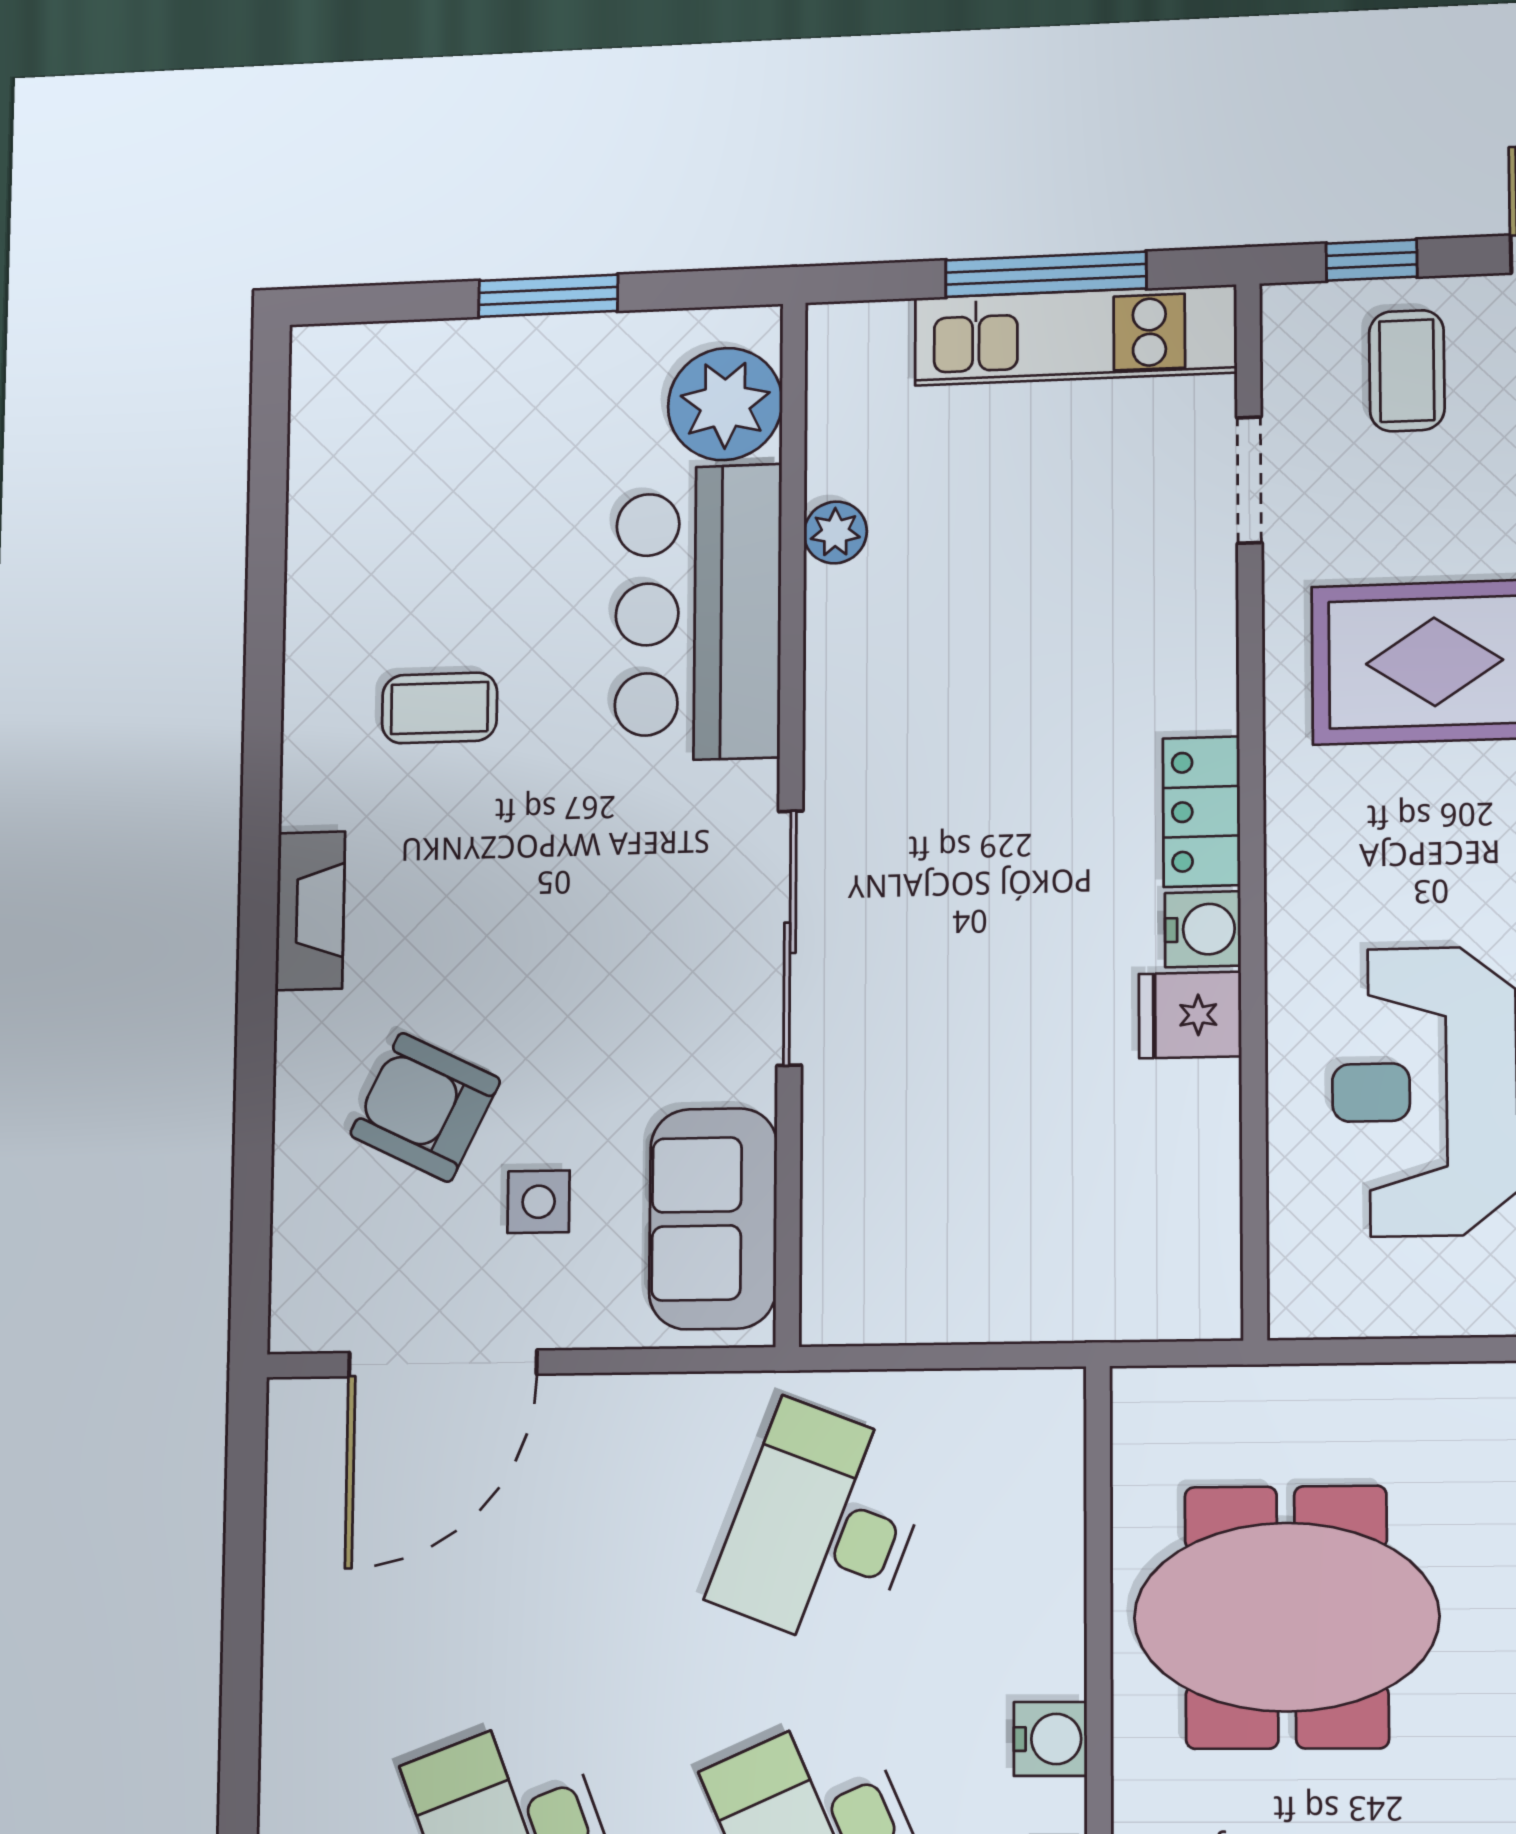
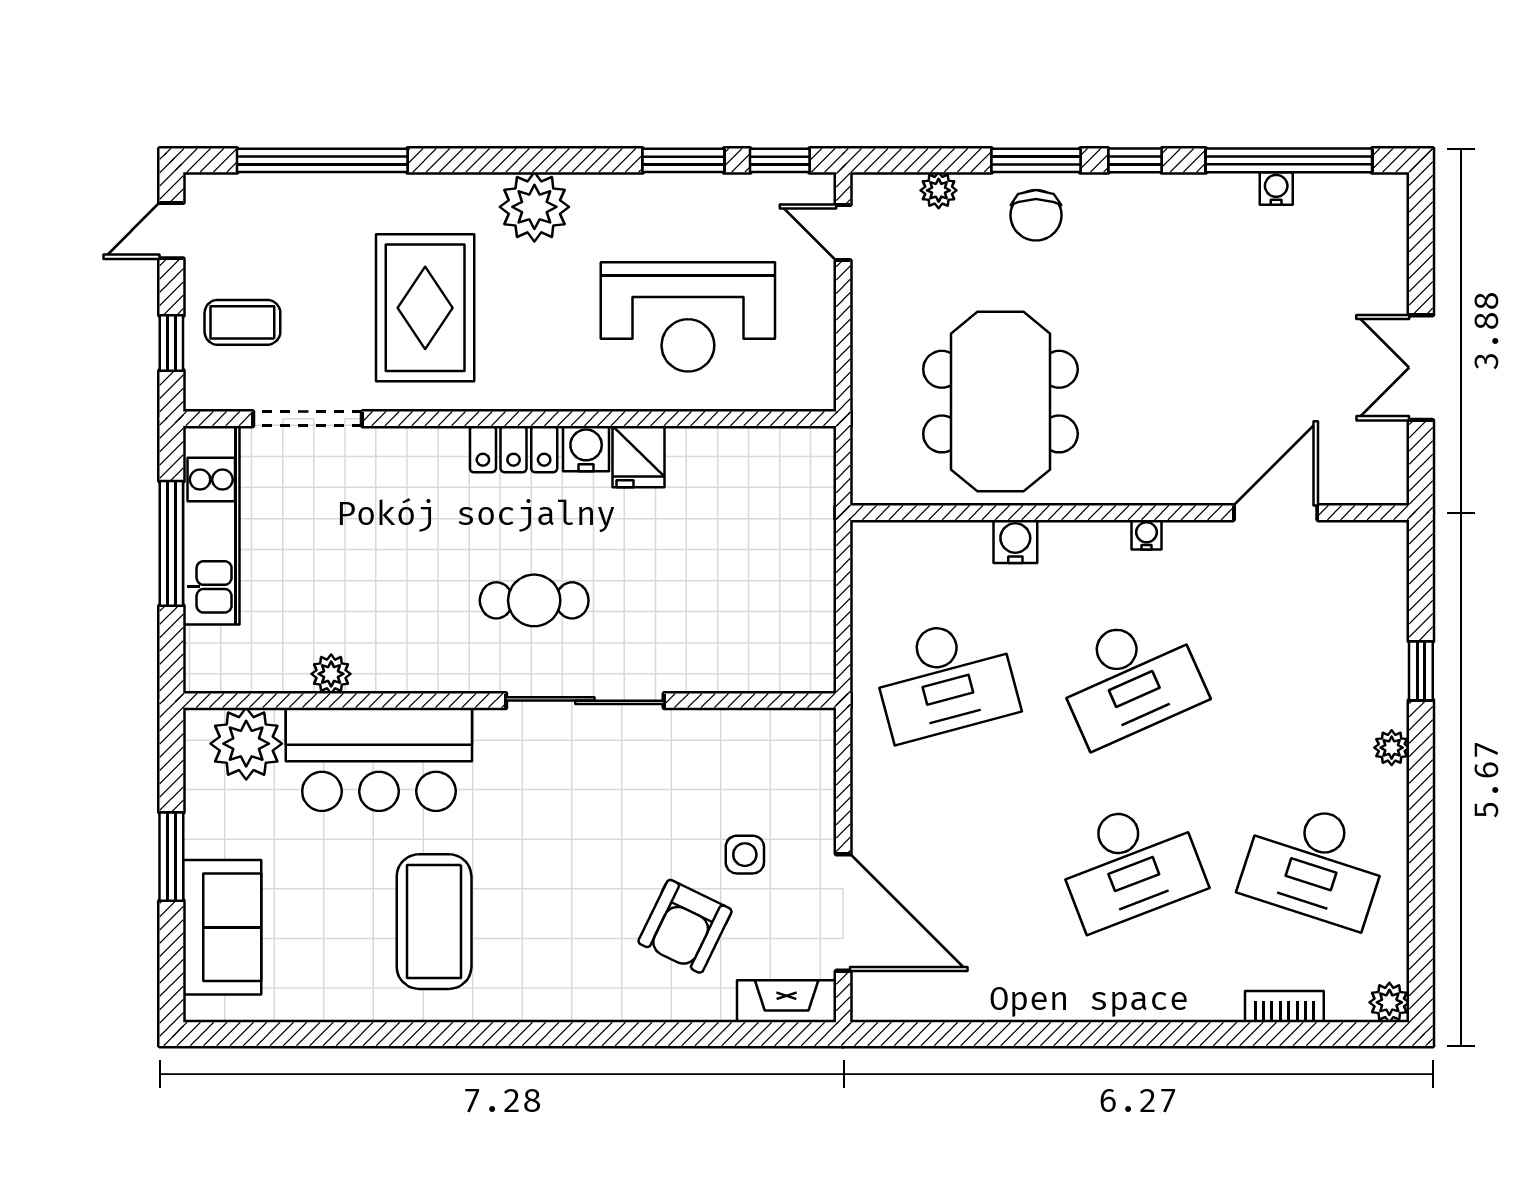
doorway: (1249, 480) -> (308, 419), width x1.38
coffee table: (440, 708) -> (434, 922), width x1.86, depth x1.72
cafe table: (953, 852) -> (534, 600), added
fireplace: (310, 911) -> (787, 1001), moved
sofa: (713, 1219) -> (222, 927), moved, turned -90
desk: (822, 1527) -> (945, 679), turned -36
water cooler: (1050, 1739) -> (1015, 541), moved

